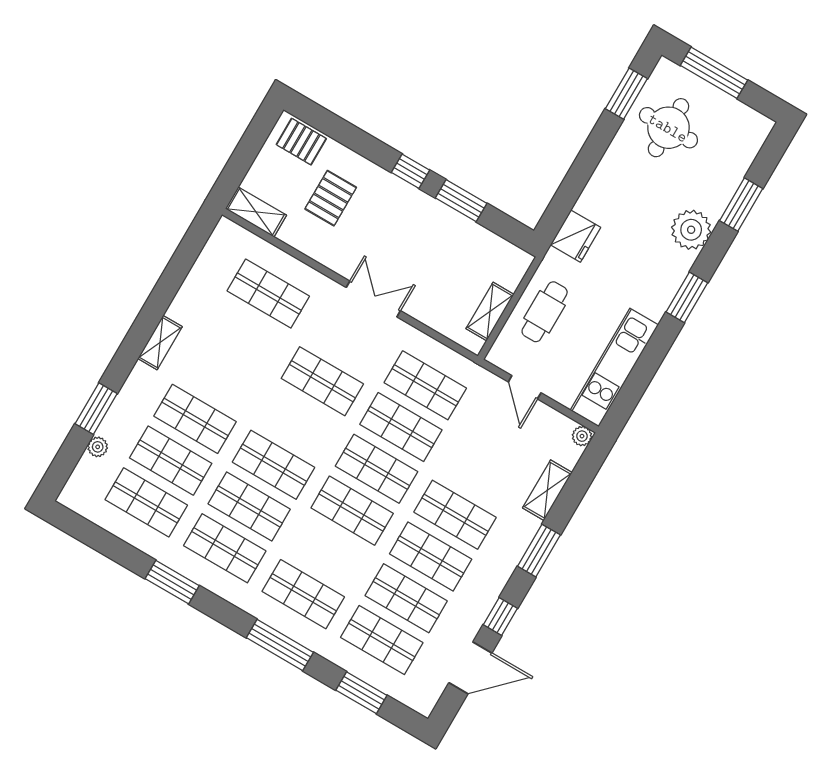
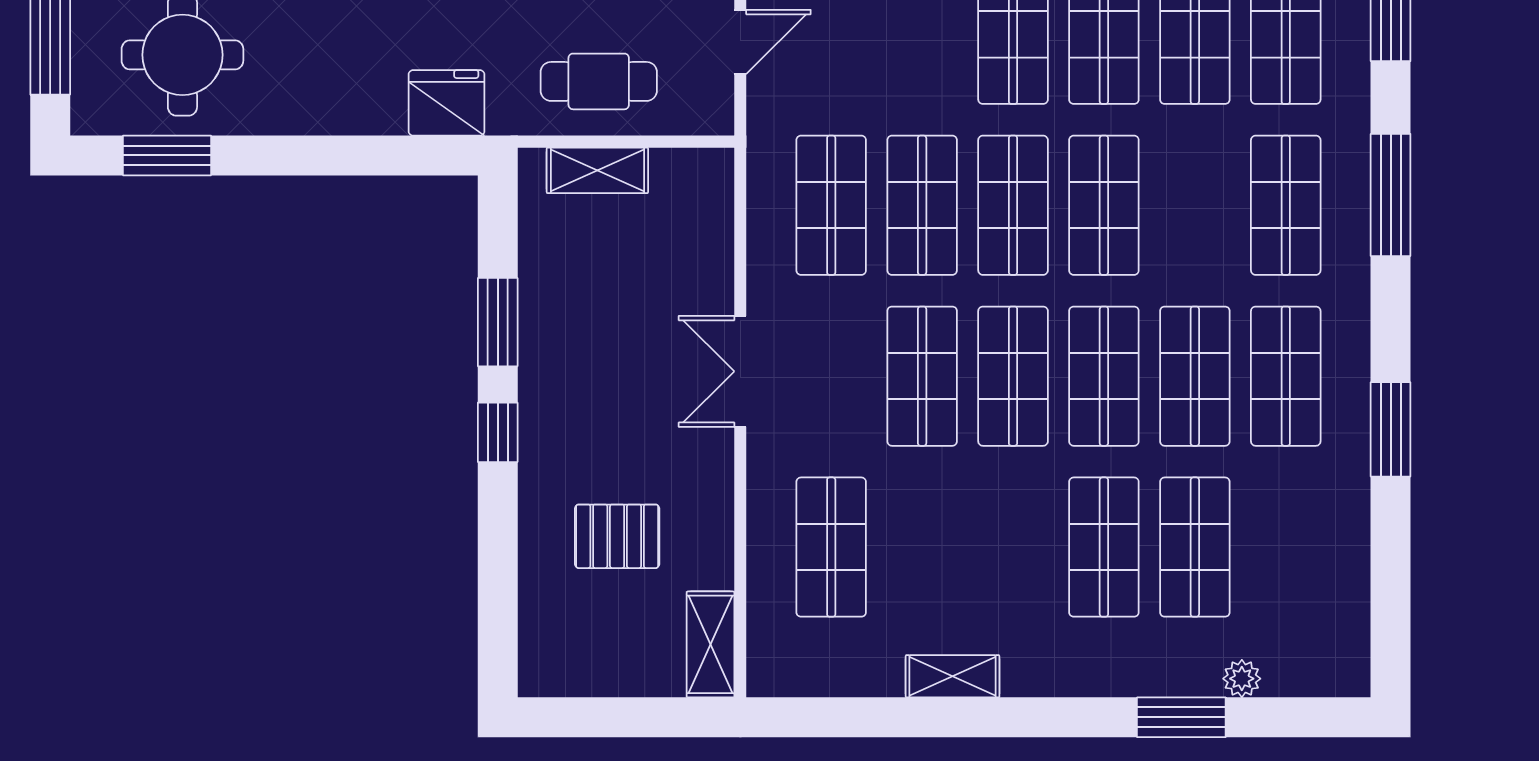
pallet: (301, 142) -> (553, 638), removed
shelving: (490, 312) -> (597, 170), moved
shelving: (160, 343) -> (953, 676), moved
shop shelf: (146, 502) -> (1013, 376), moved

